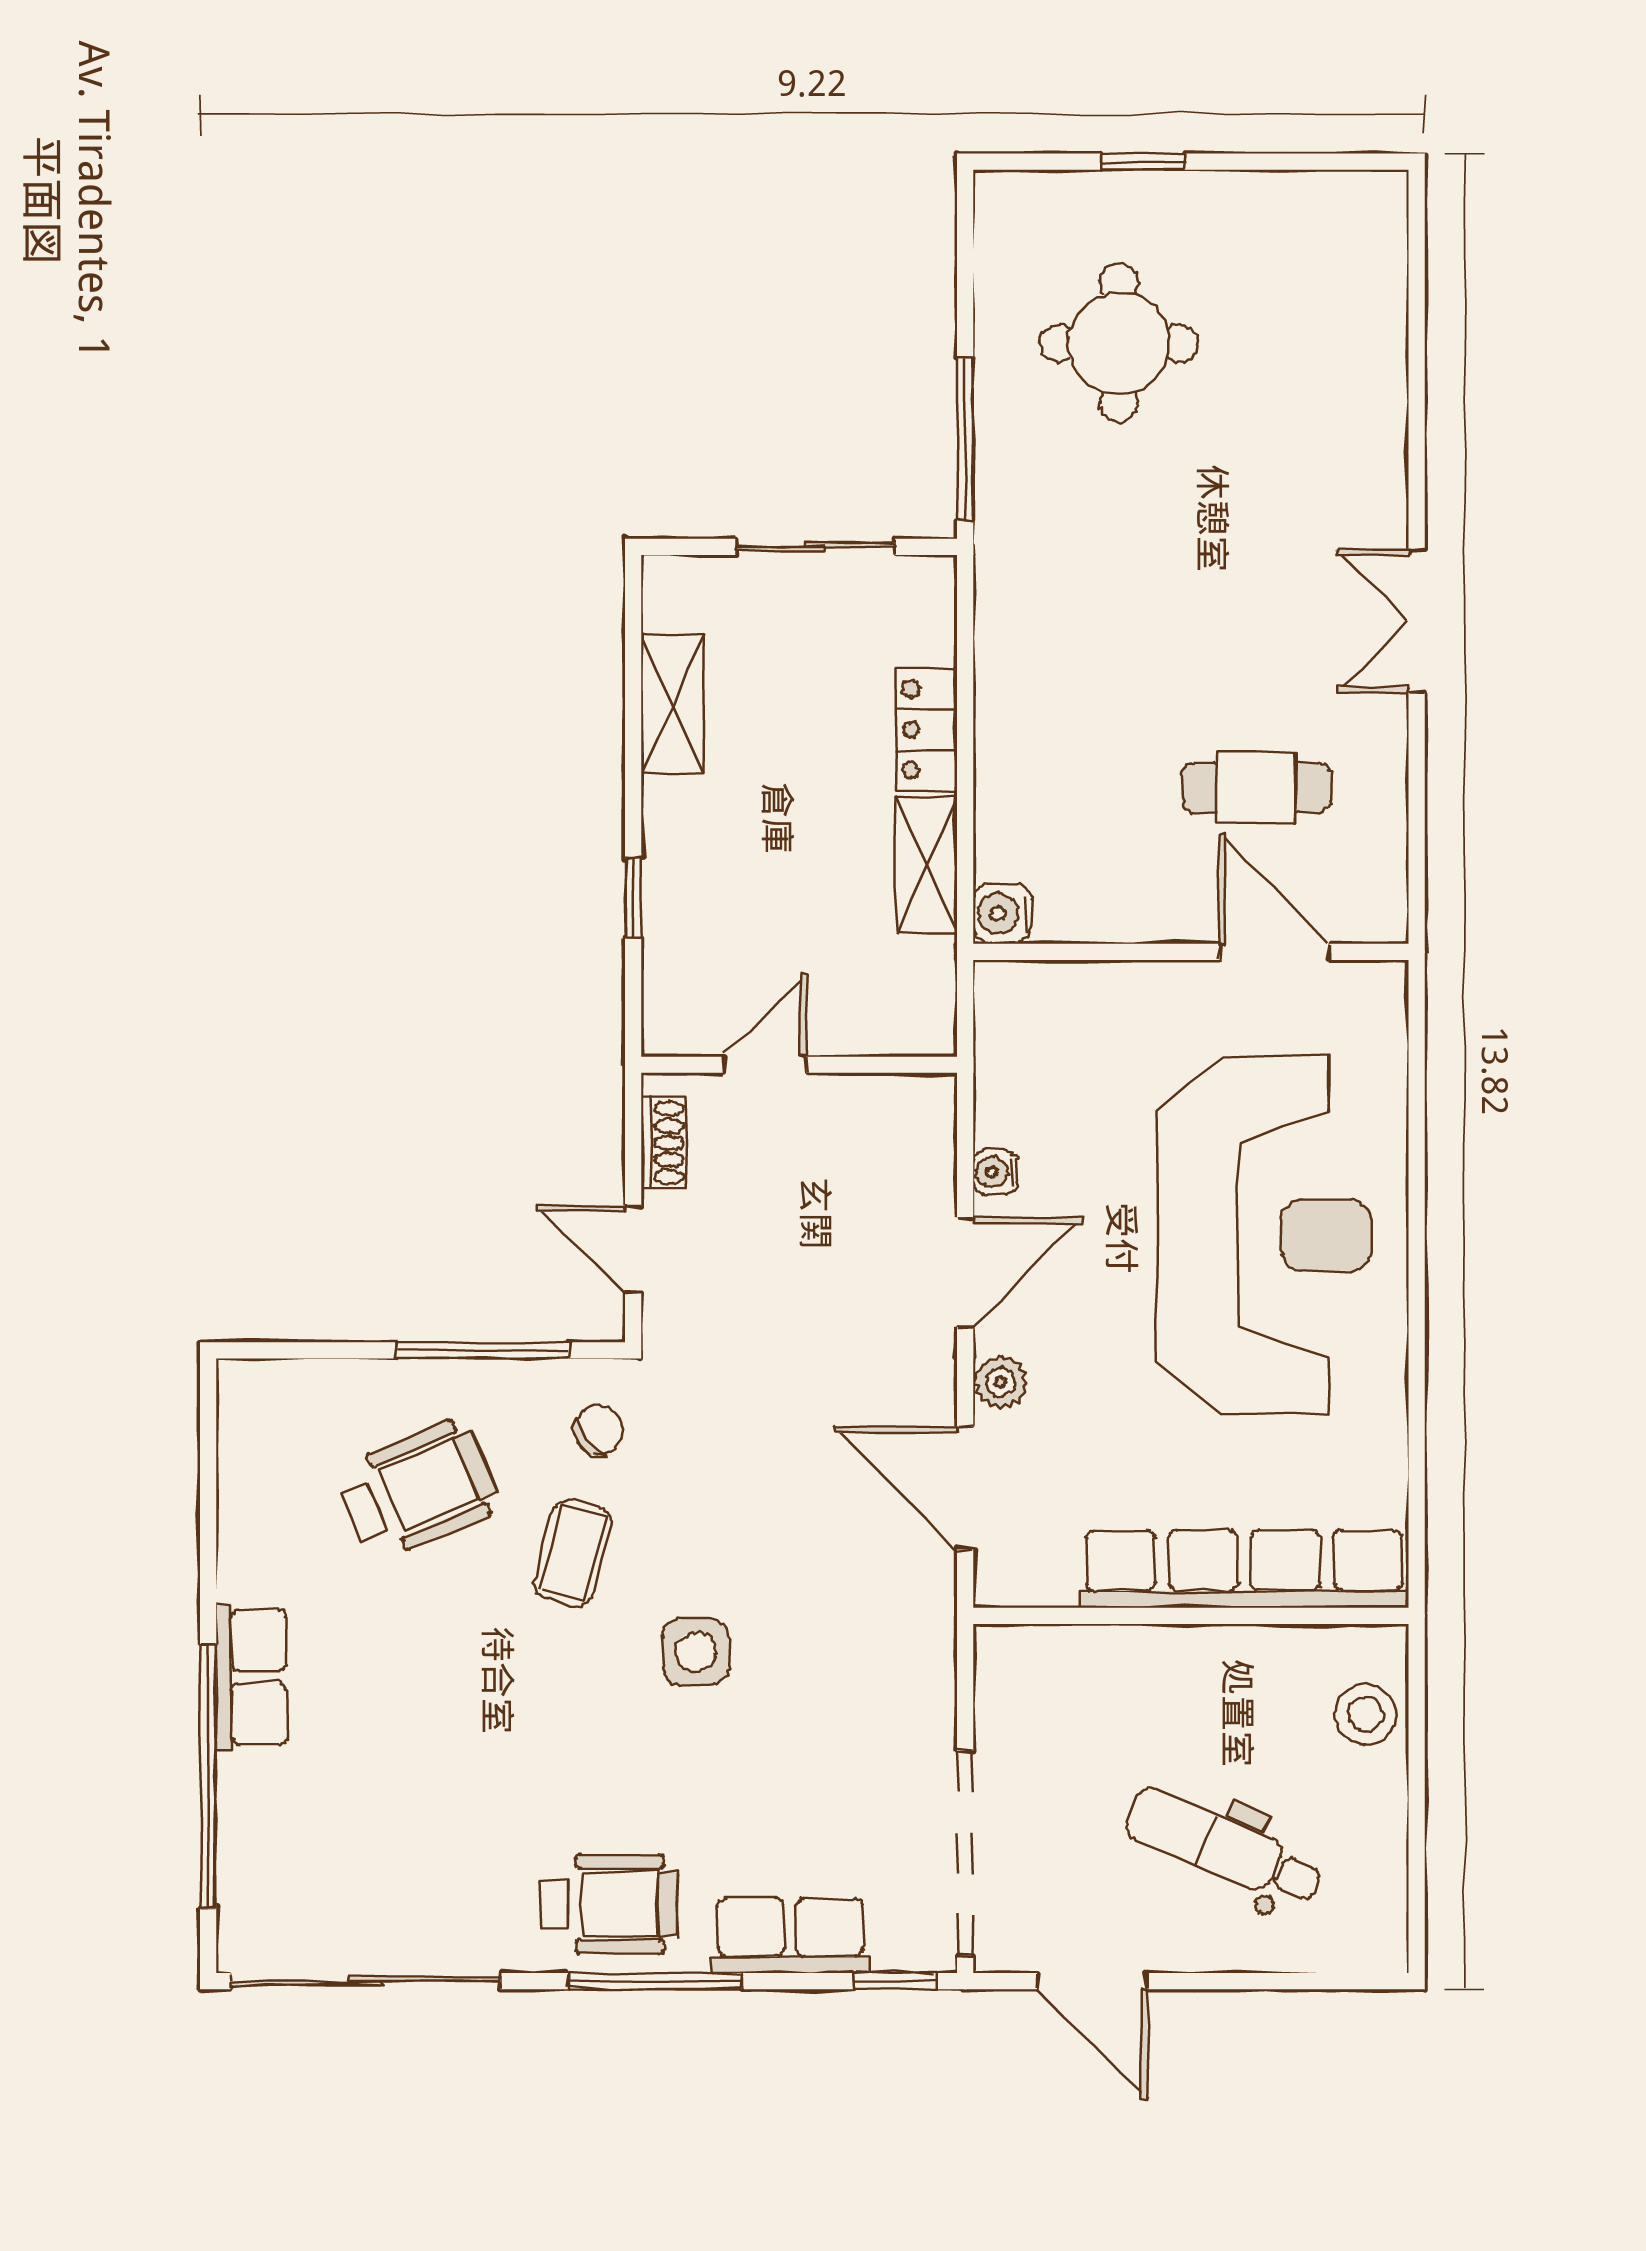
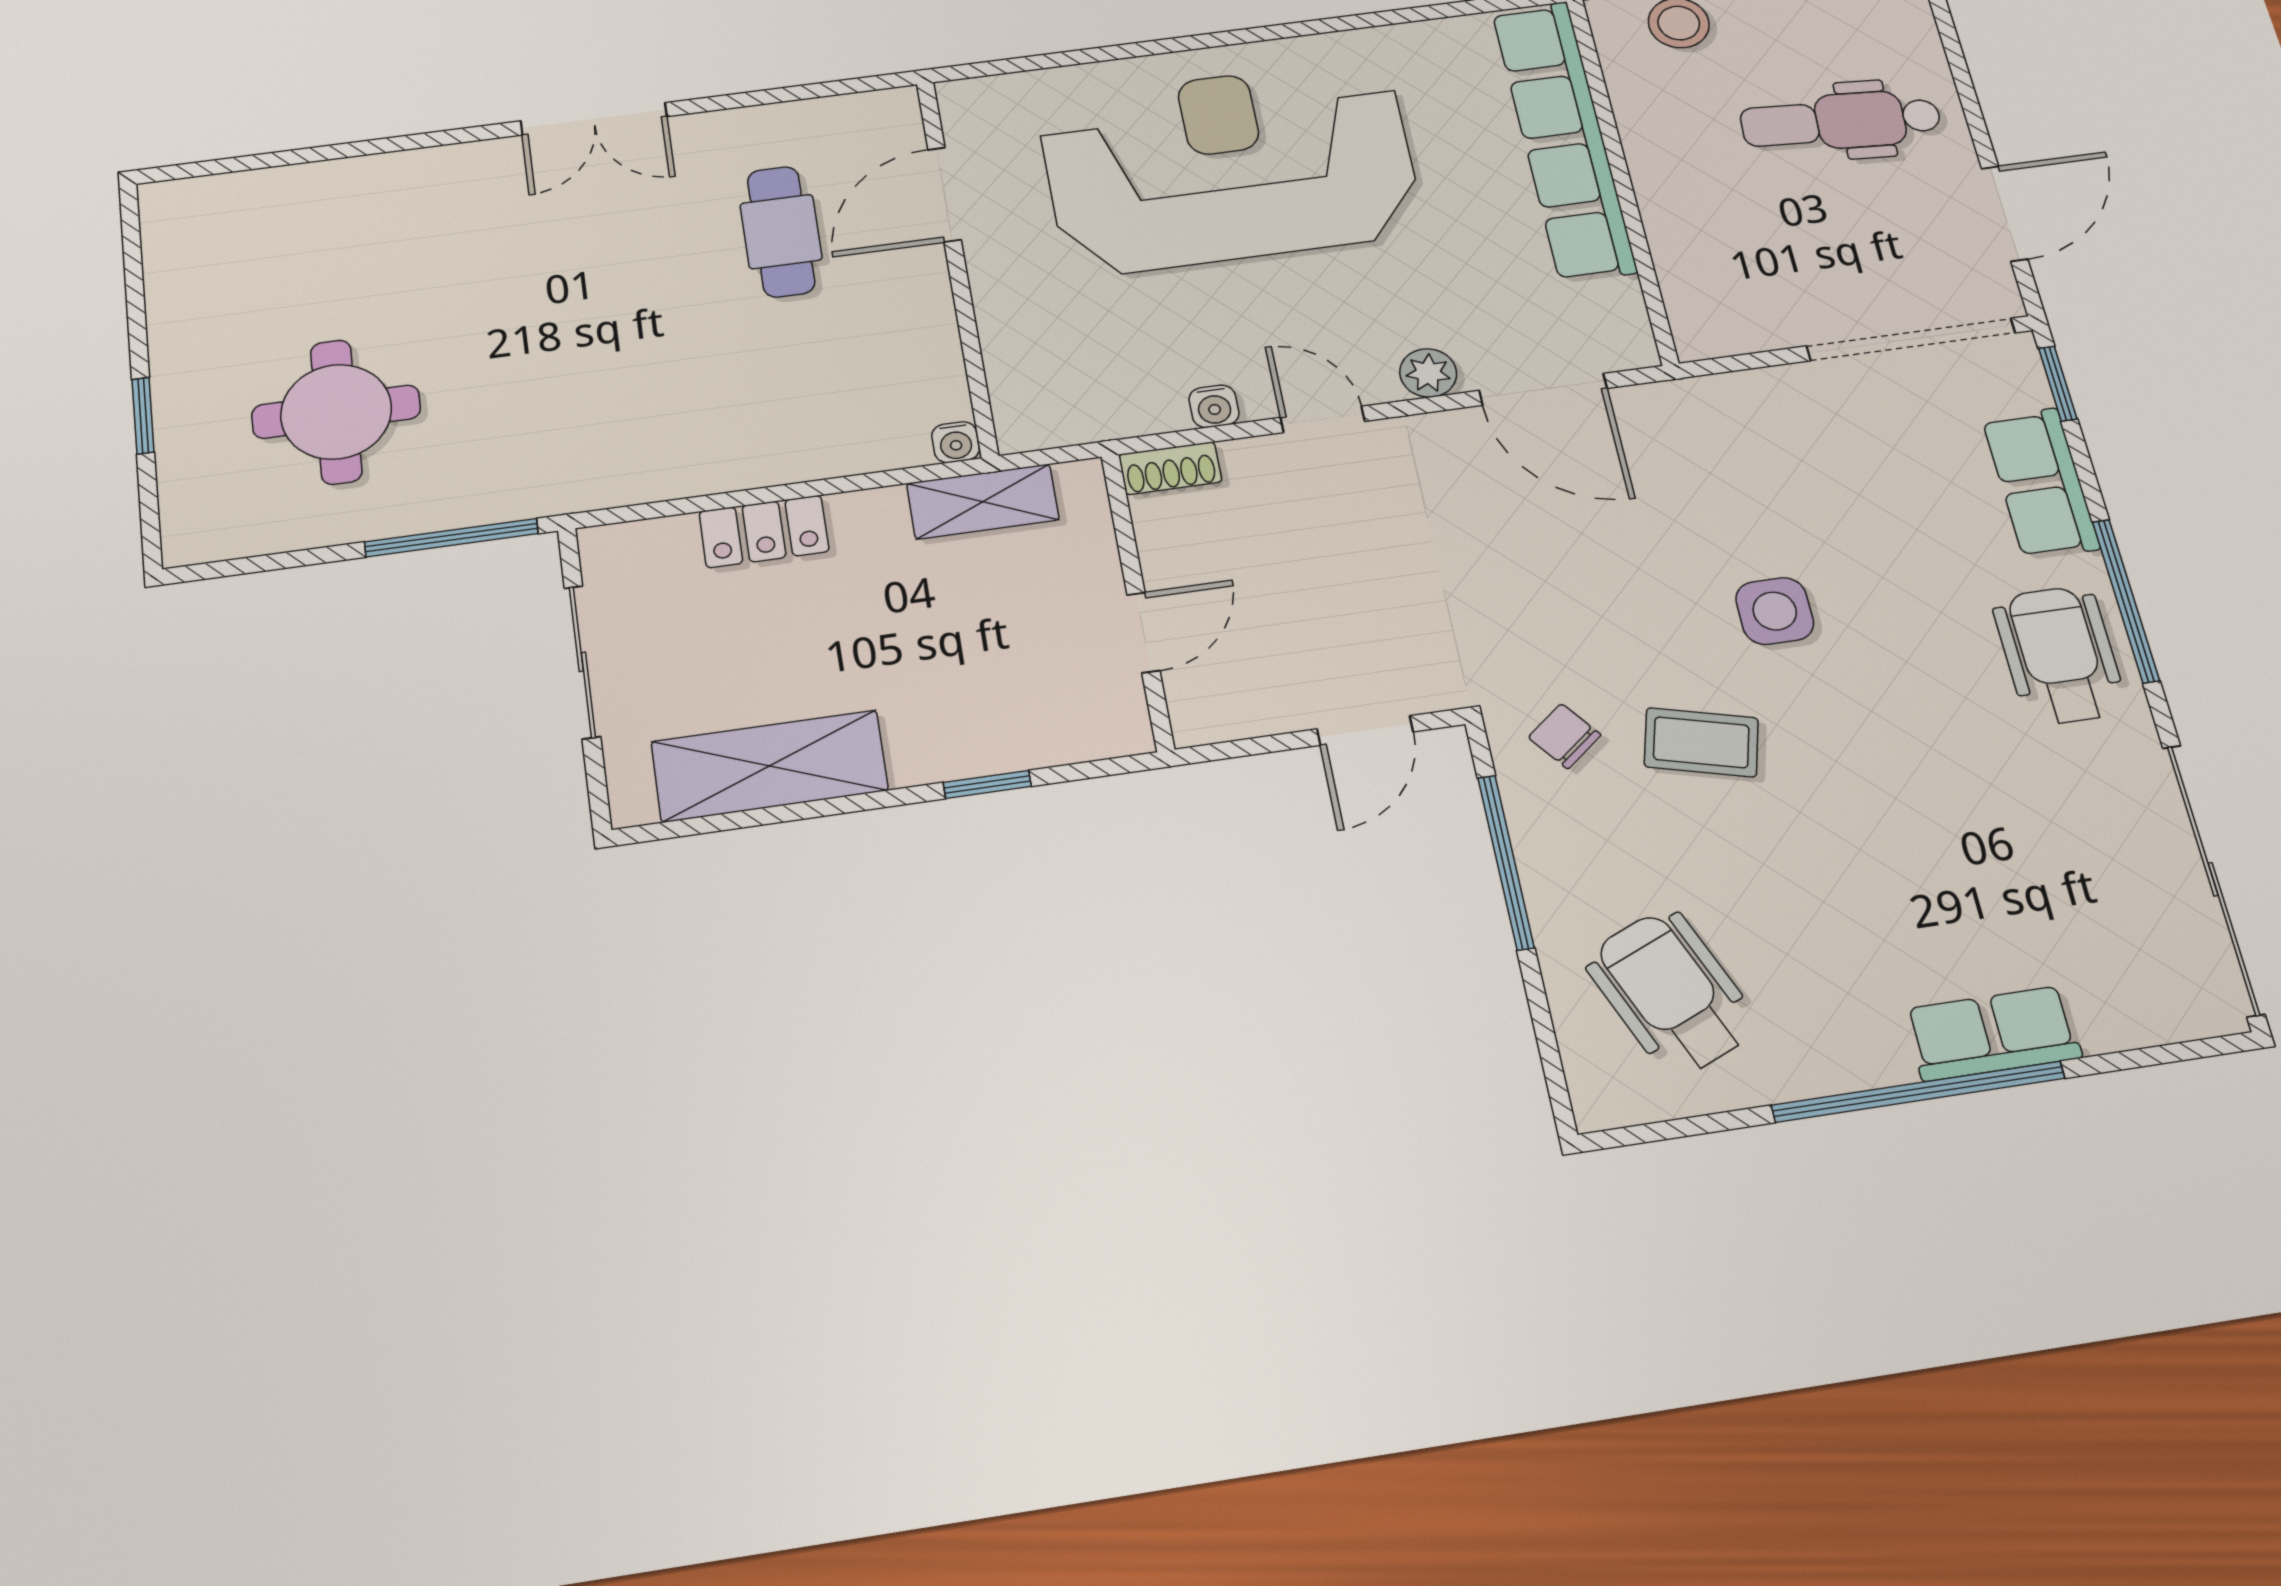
shelving: (672, 704) -> (770, 766), width x1.50, depth x1.33
shelving: (926, 865) -> (983, 502), moved
water cooler: (1003, 914) -> (956, 442), width x0.72, depth x0.72
door: (765, 1065) -> (1143, 633), swing flipped
shoe rack: (664, 1143) -> (1170, 468), moved, turned 180
door: (965, 1272) -> (1323, 419), width x0.73
door: (965, 1488) -> (1543, 389), hinge flipped
wheelchair: (418, 1489) -> (1672, 992), moved
row of seats: (251, 1677) -> (1993, 1033), moved
window: (208, 1776) -> (1918, 1092), moved
dental chair: (1224, 1848) -> (1841, 121), turned 71

